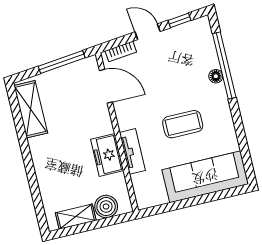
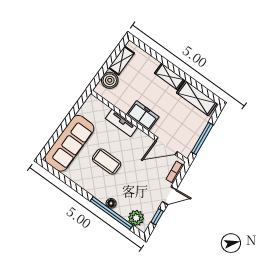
plant: (203, 38) -> (136, 218), added
coffee table: (183, 124) -> (107, 161), turned 90
freezer: (107, 155) -> (143, 116), moved
shelving: (40, 157) -> (169, 77), added

